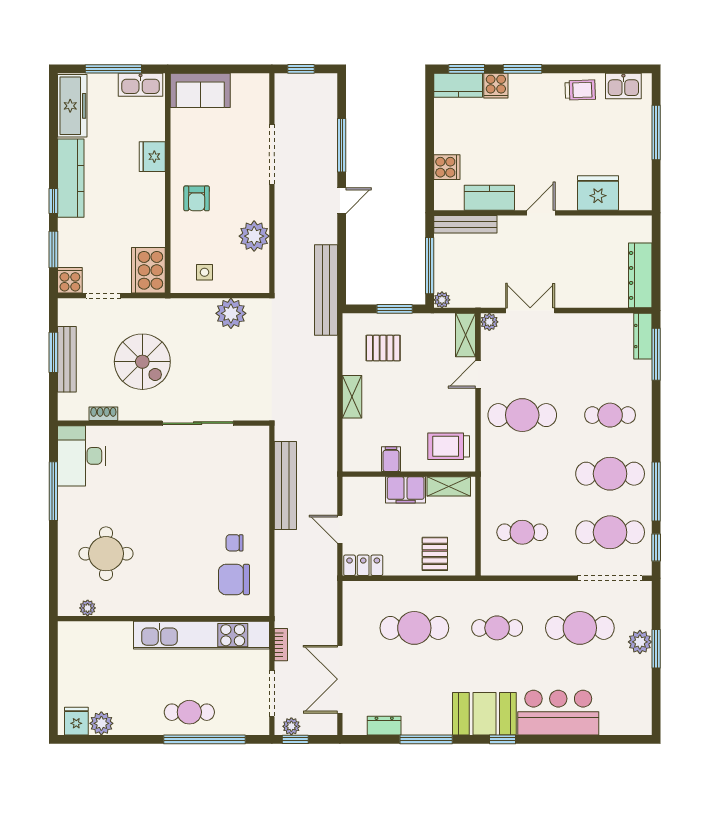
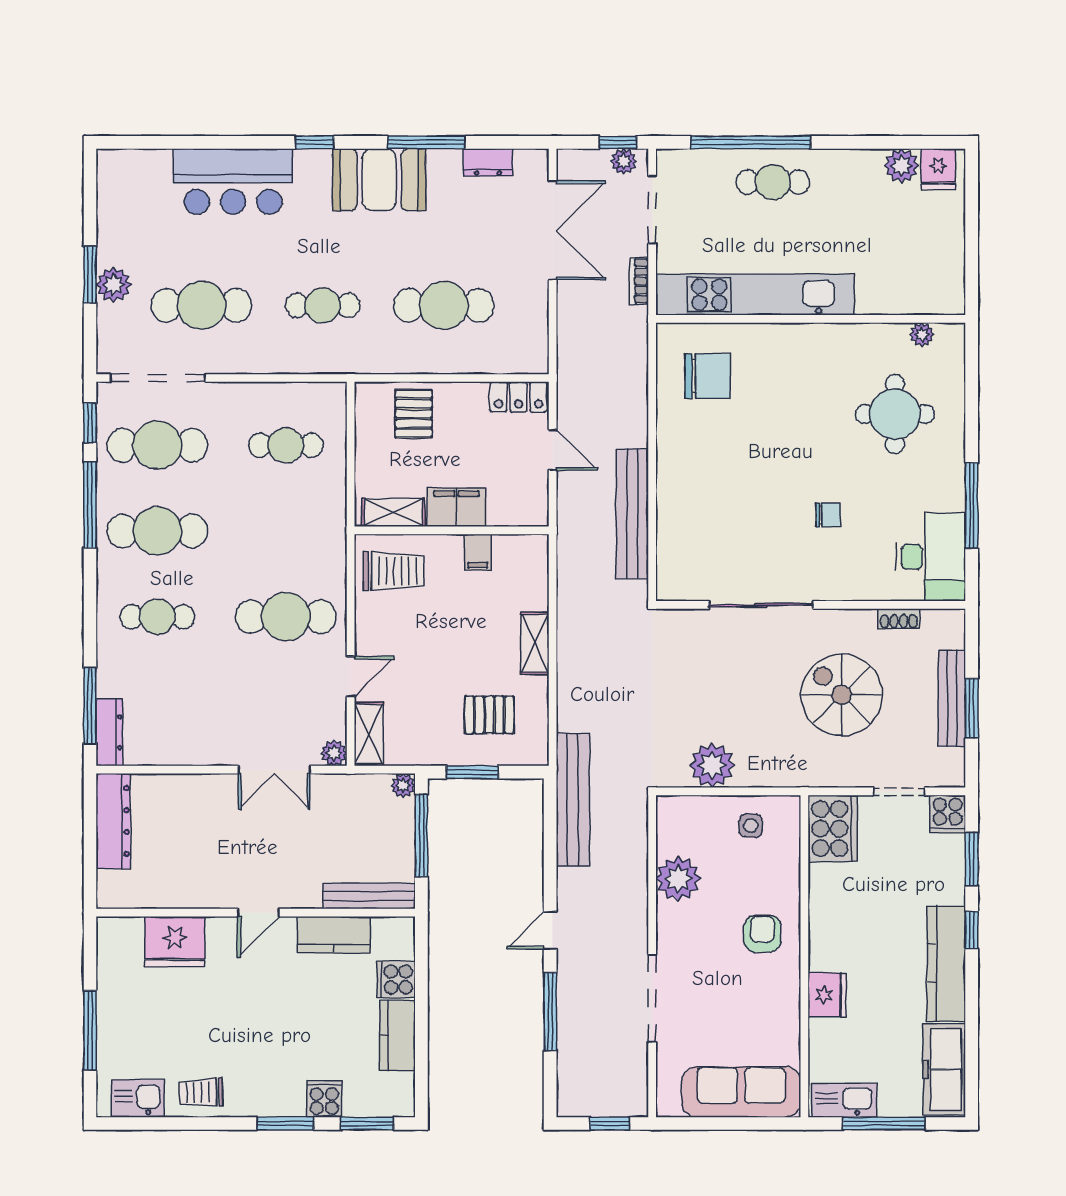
kitchen counter: (458, 85) -> (397, 1036), moved, turned -90
sofa: (200, 90) -> (741, 1092), width x1.36
chair: (234, 543) -> (828, 515), moved
booth: (484, 714) -> (379, 180), moved

